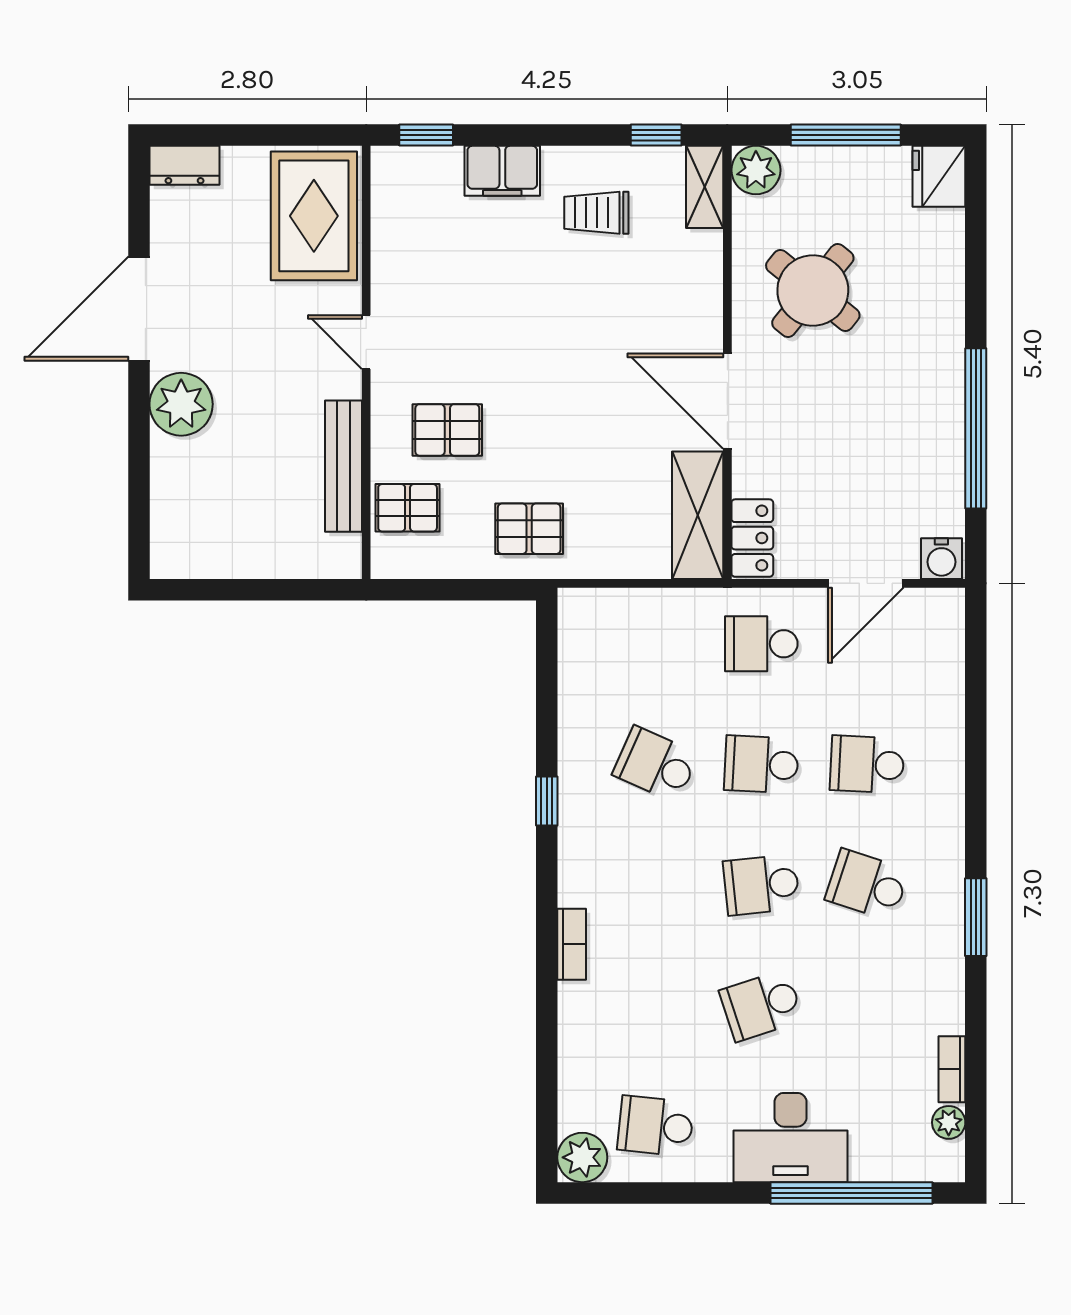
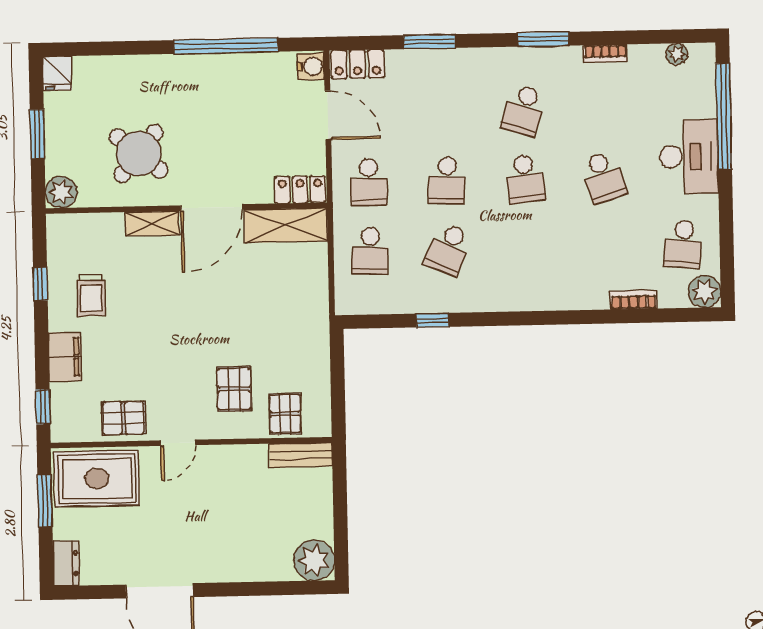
window: (281, 135) -> (45, 501), added
window: (656, 135) -> (40, 284), moved
window: (846, 135) -> (37, 134), width x0.69
fridge: (939, 176) -> (57, 73), width x0.72
shelving: (705, 187) -> (152, 224), moved
plant: (181, 404) -> (314, 560), moved
bench: (344, 466) -> (301, 455), moved, width x0.73
pallet: (529, 529) -> (124, 418), moved, turned 90
locker: (944, 631) -> (358, 64), added
window: (976, 742) -> (429, 42), added
school desk: (867, 764) -> (370, 251), moved
window: (547, 801) -> (433, 320), moved
bookcase: (572, 944) -> (634, 300), moved
bookcase: (952, 1069) -> (605, 53), moved

